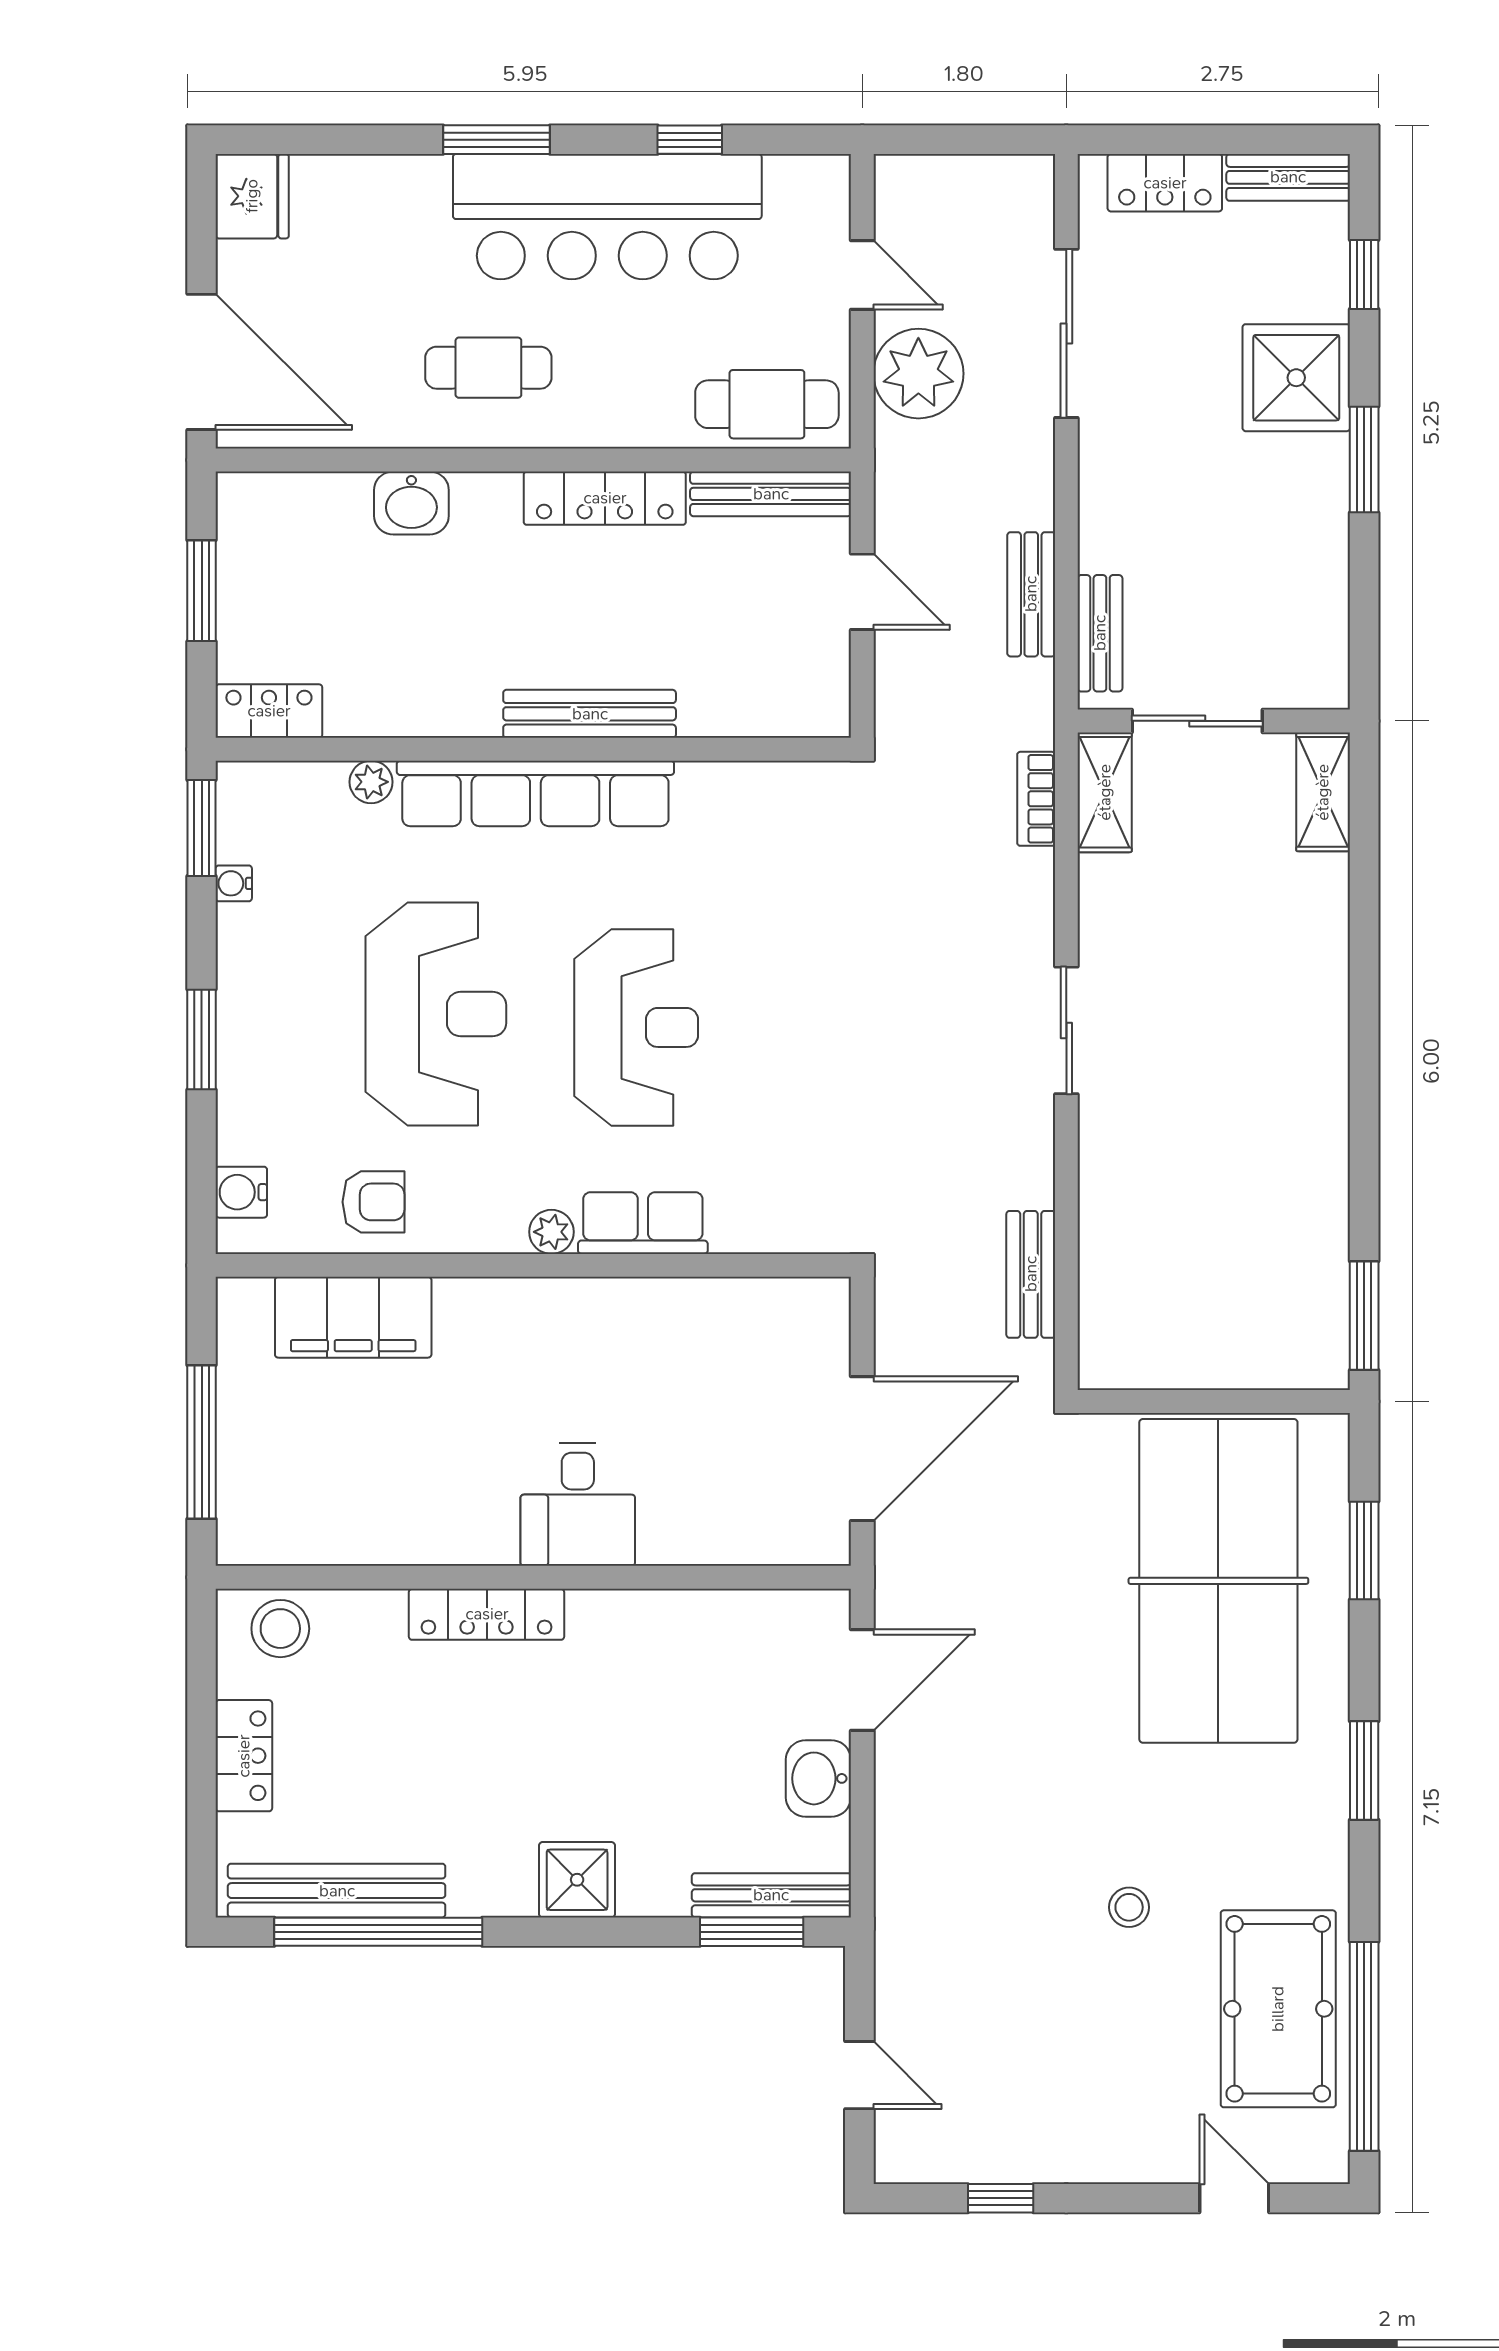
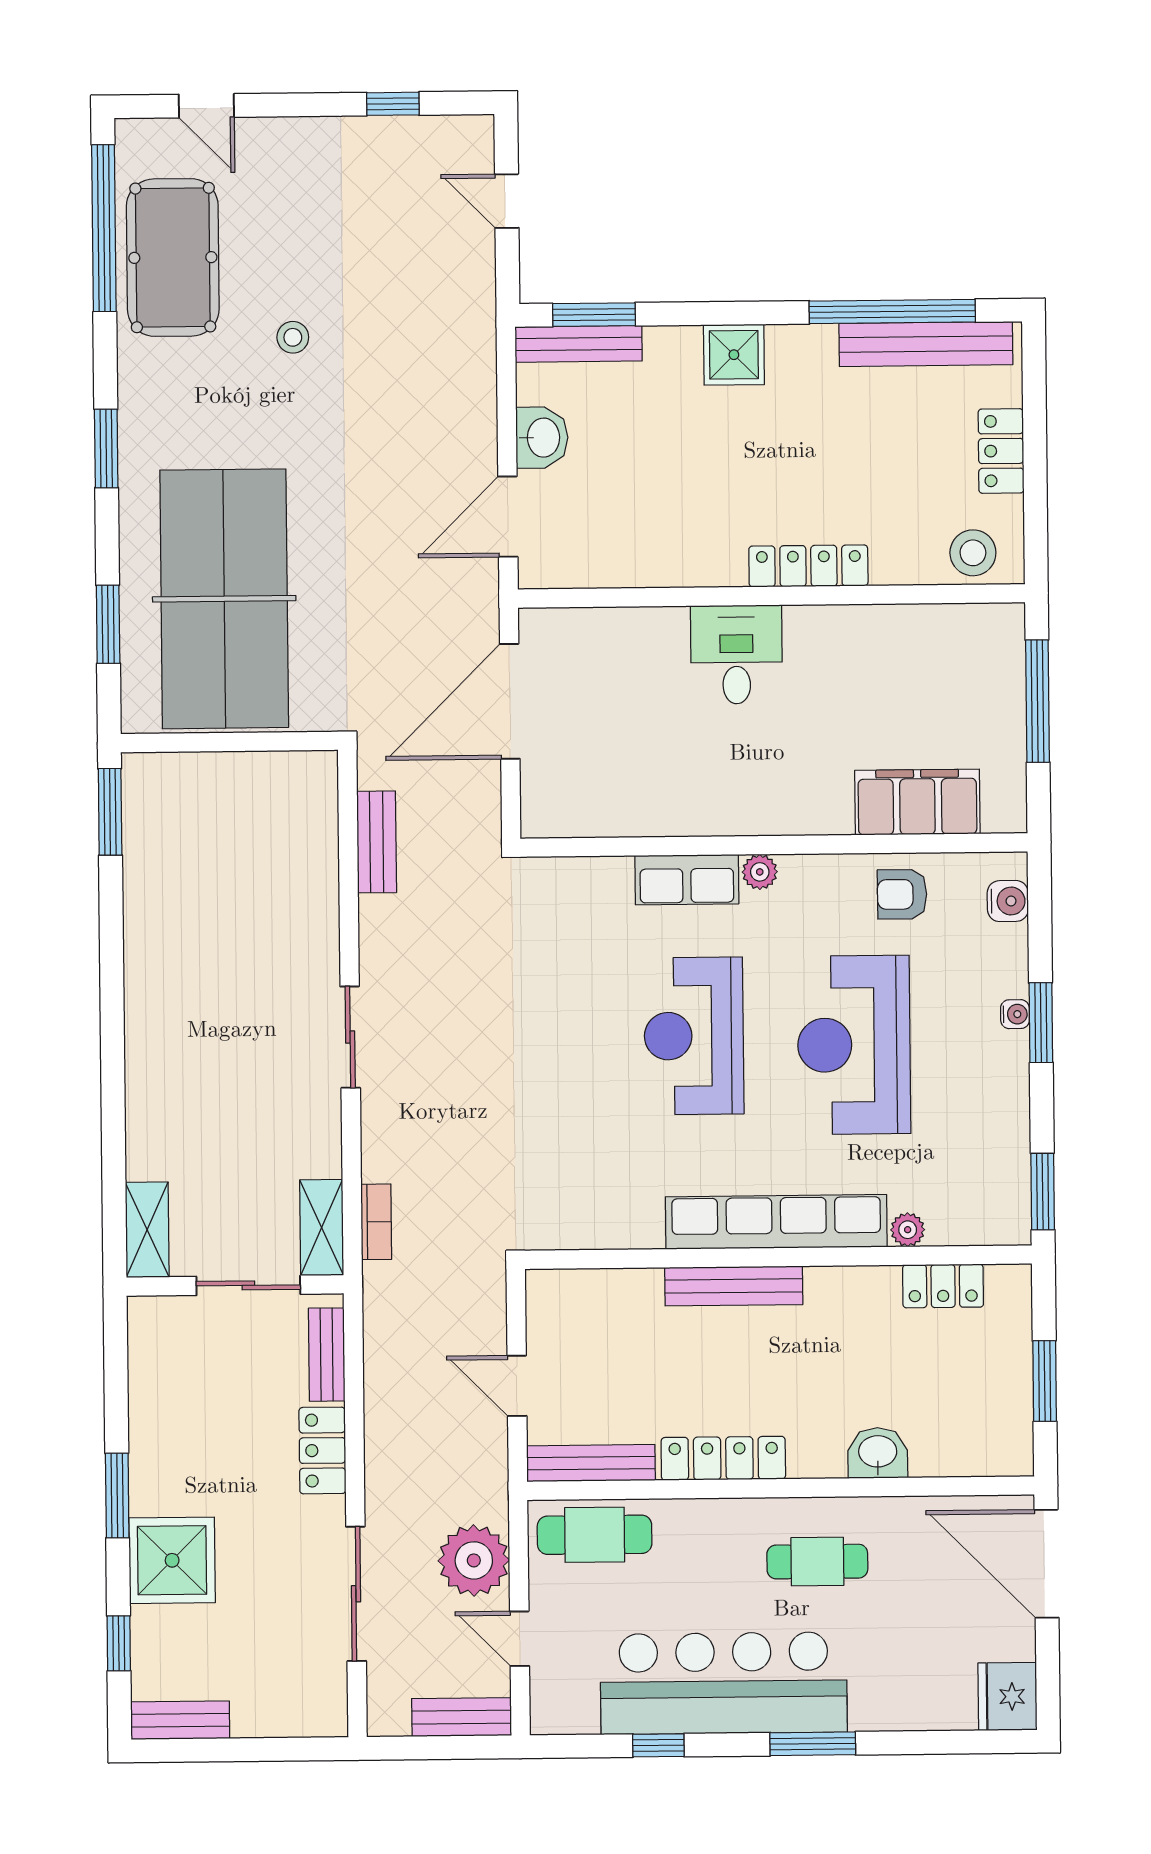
locker: (1165, 183) -> (322, 1450), moved, turned -90
bench: (1031, 594) -> (462, 1717), moved, turned 90
locker: (269, 711) -> (943, 1286), moved
water cooler: (234, 883) -> (1015, 1014), moved

